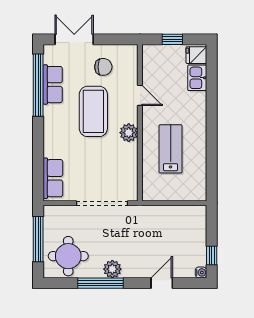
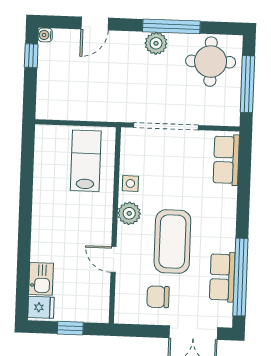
lab bench: (171, 149) -> (86, 161), moved, turned 180
side table: (129, 156) -> (130, 183), added

